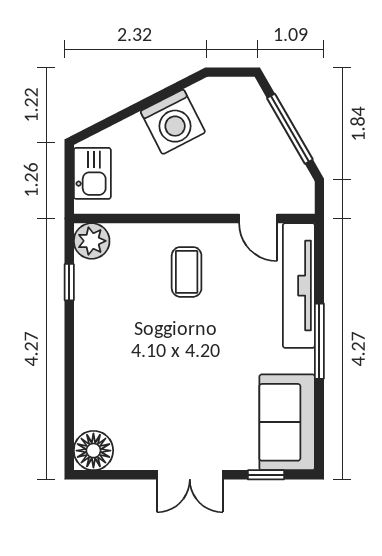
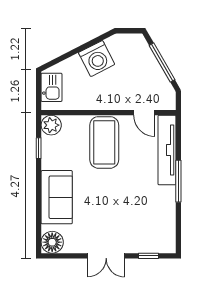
coffee table: (187, 272) -> (104, 142), width x1.86, depth x1.72
sofa: (287, 422) -> (57, 197), moved, turned 180

